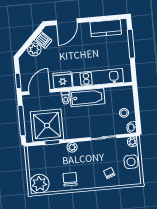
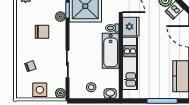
washbasin: (132, 127) -> (110, 94), moved
plant: (72, 147) -> (60, 17), moved
chair: (70, 179) -> (42, 32), moved

